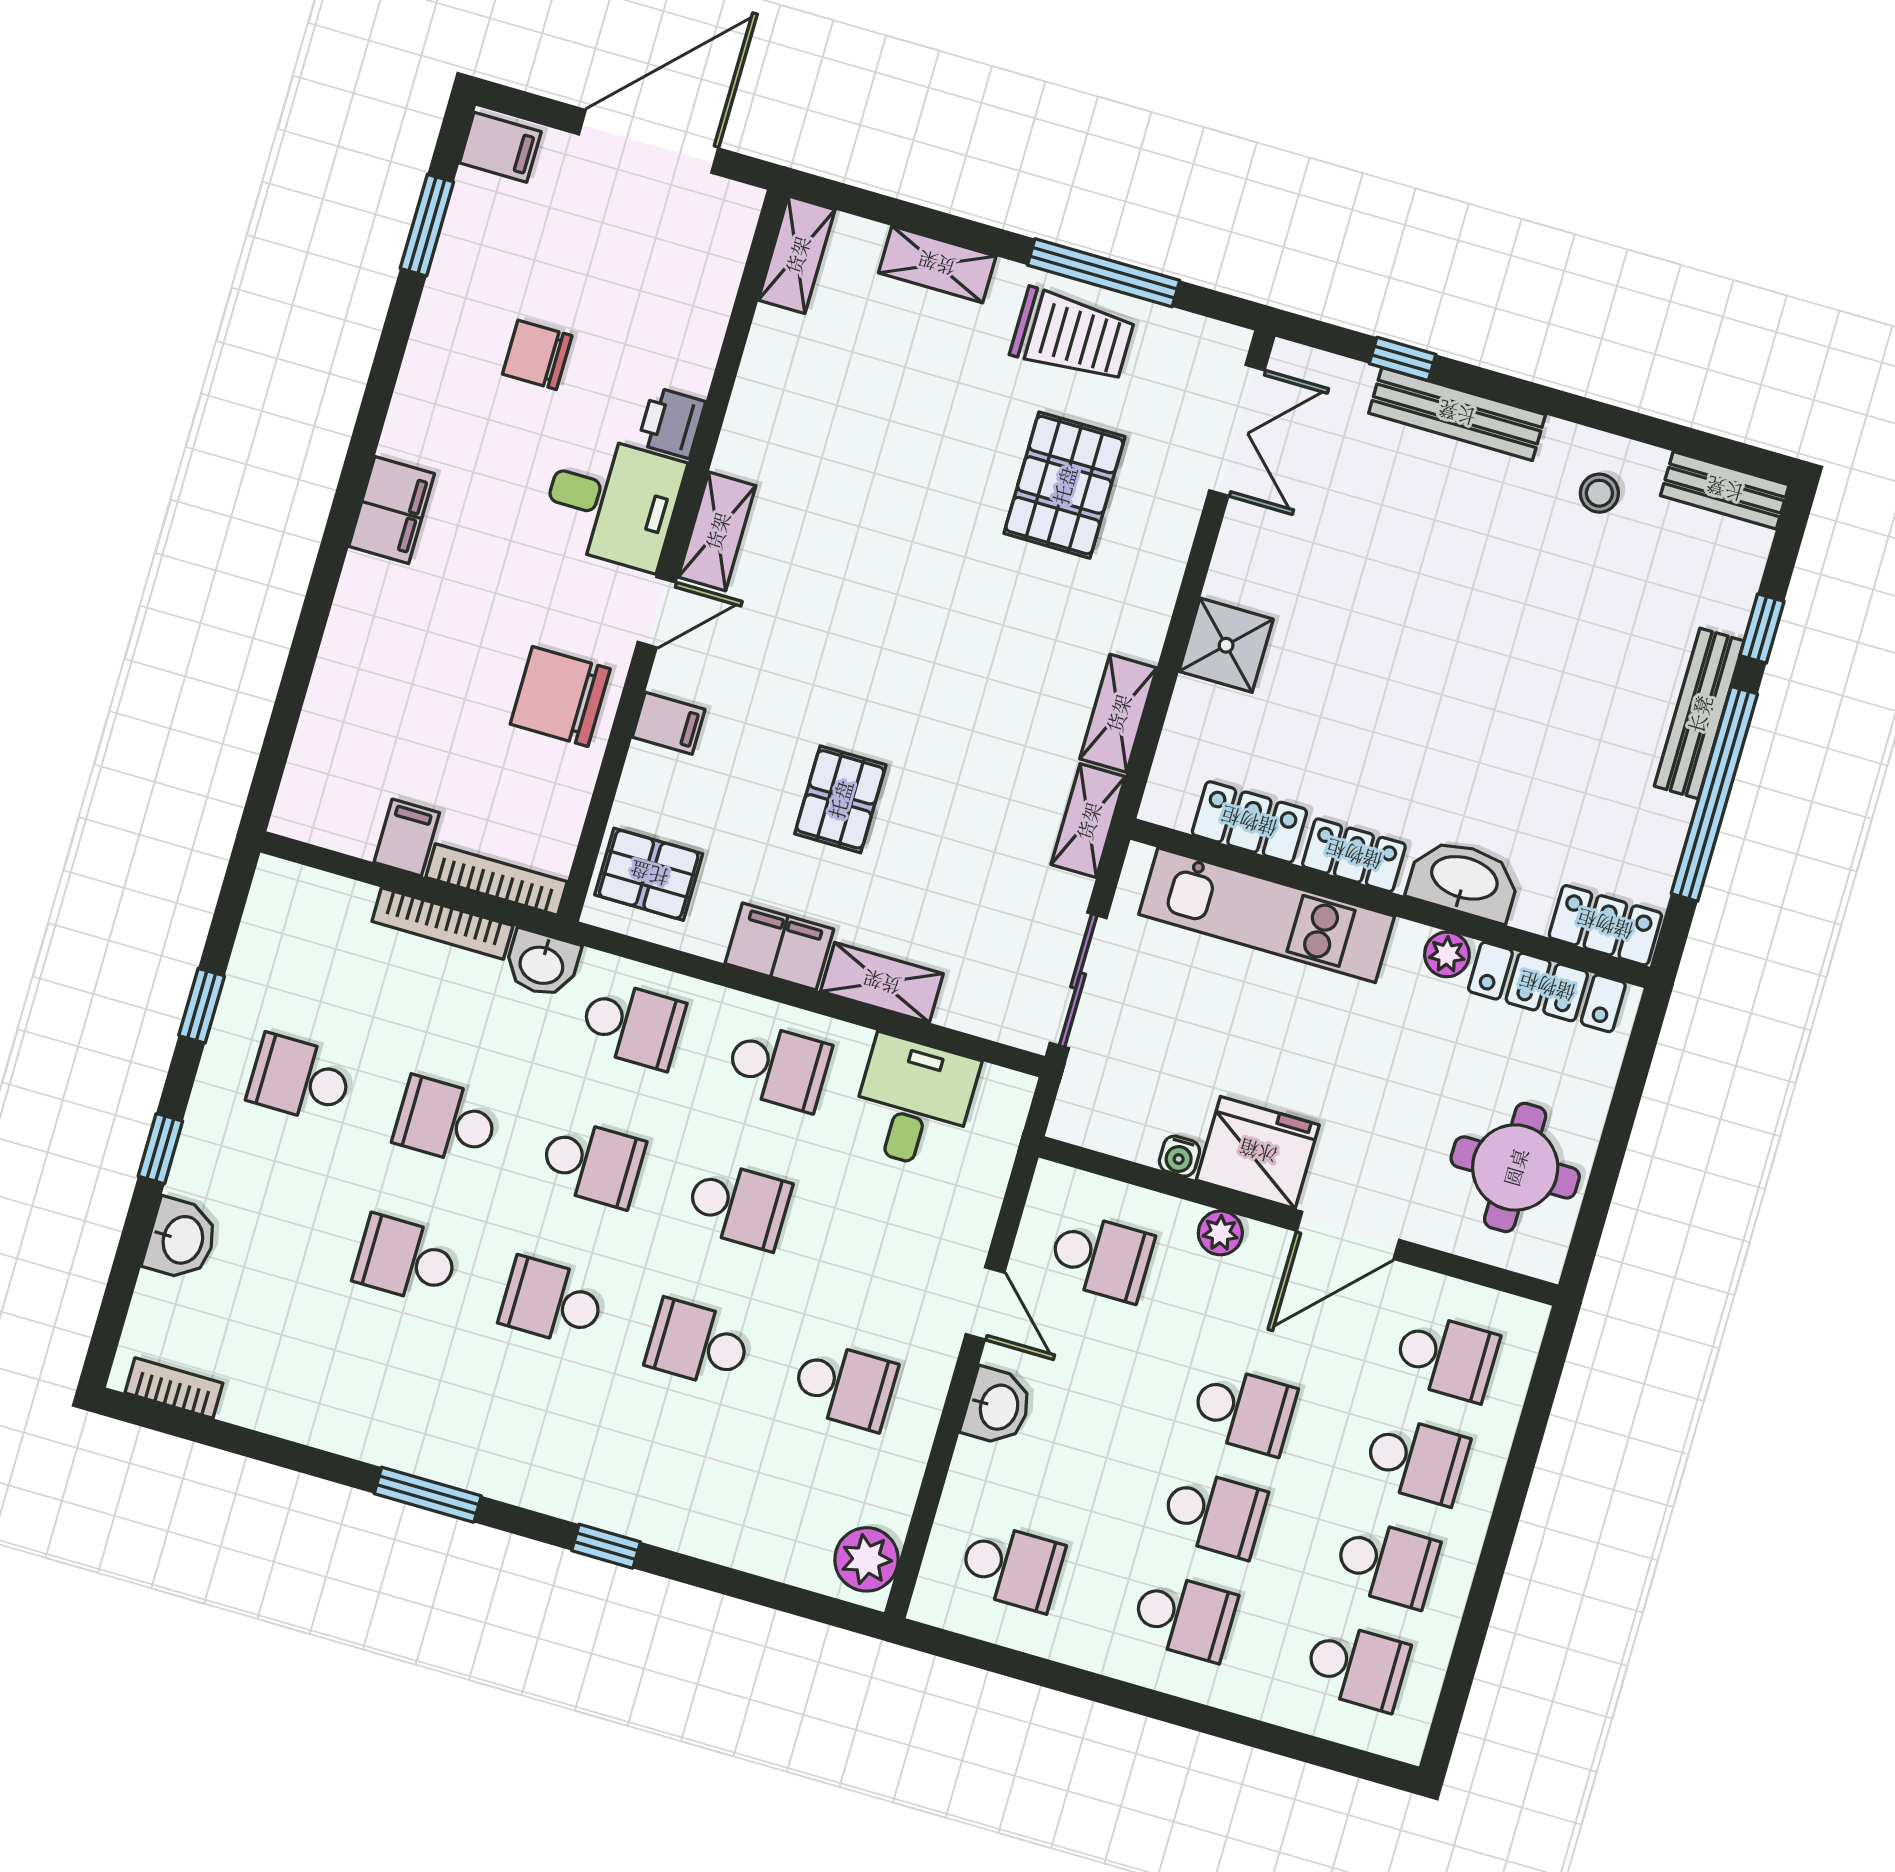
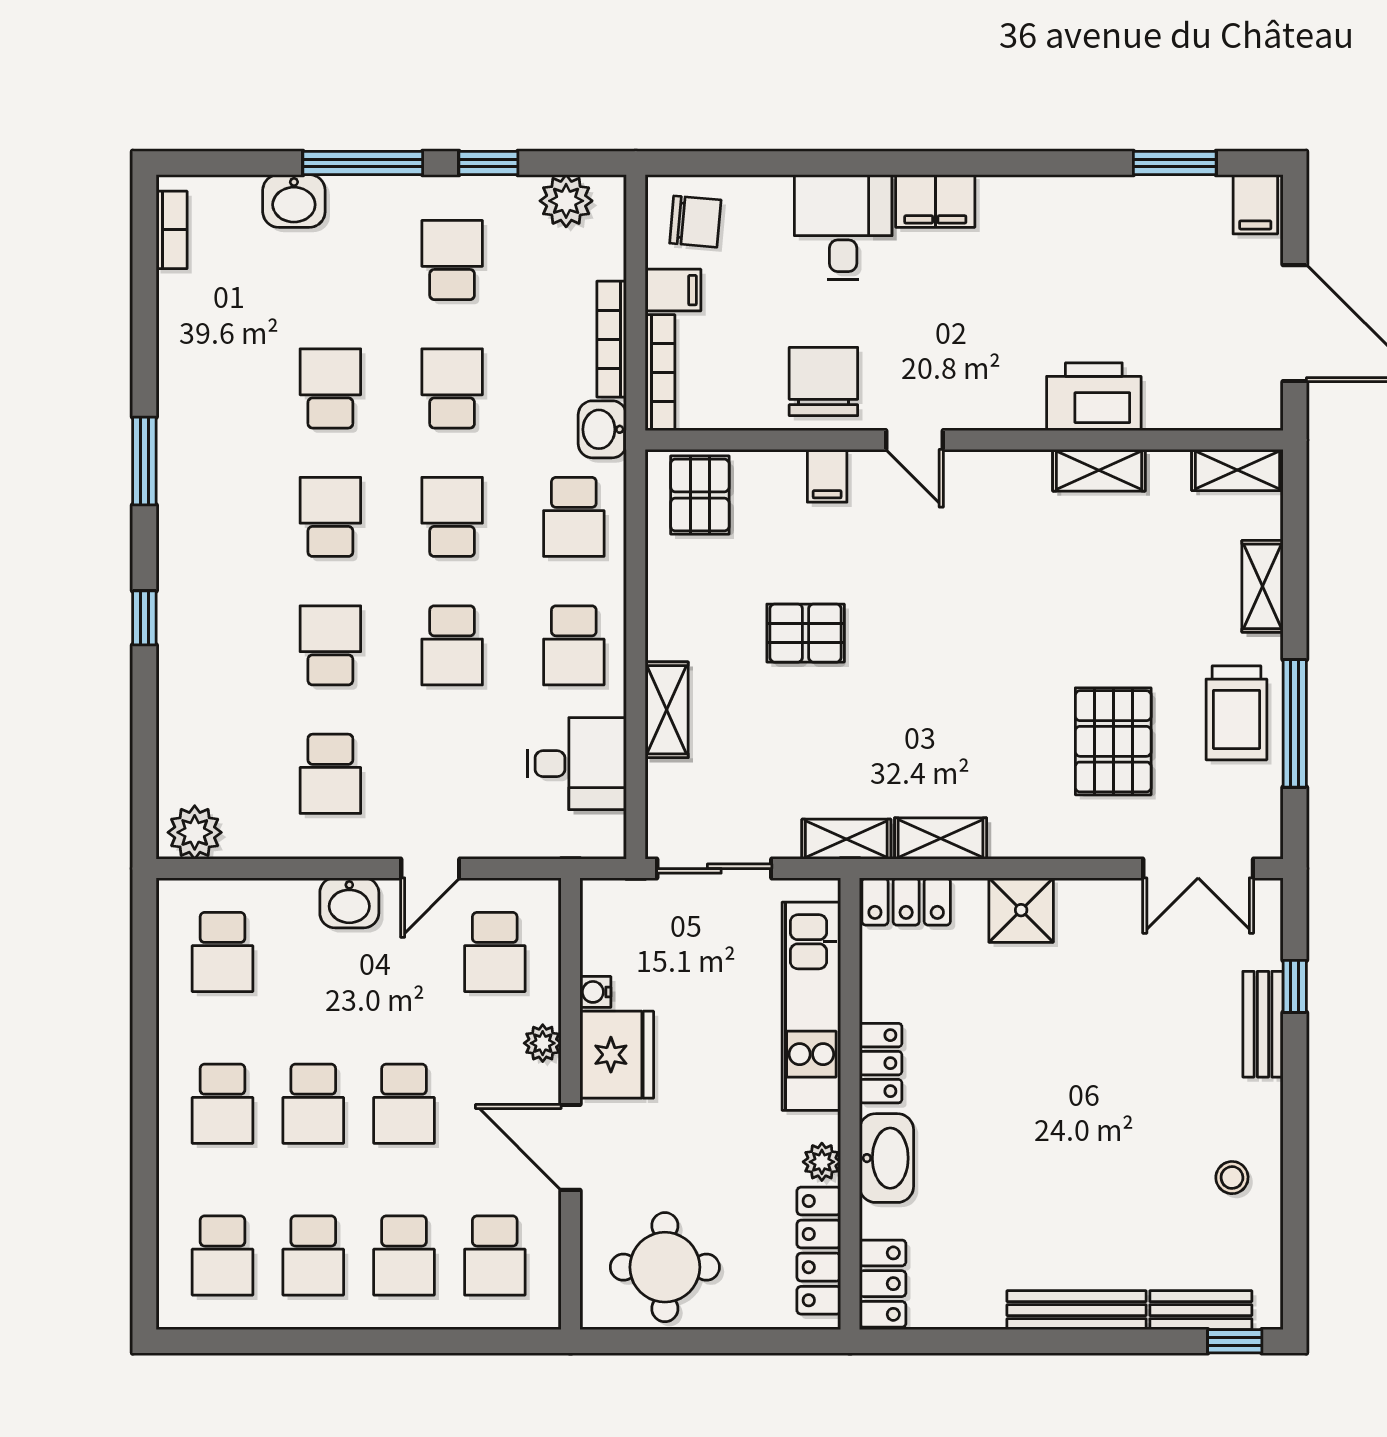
chair: (537, 355) -> (695, 222), moved, turned 95
bench: (1457, 414) -> (1263, 1024), width x0.73
printer: (672, 423) -> (1094, 397), width x1.87, depth x1.48
pallet: (1064, 485) -> (1113, 741), turned 90
bench: (1725, 490) -> (1201, 1310), moved, turned 90
desk: (612, 501) -> (843, 227), moved, turned 180
shelving: (717, 531) -> (1099, 470), moved
window: (1762, 628) -> (1235, 1341), moved
window: (1714, 794) -> (1015, 1341), removed
locker: (1249, 822) -> (906, 901), moved, turned 90
plant: (270, 930) -> (566, 201), added
filing cabinet: (779, 946) -> (672, 618), removed
window: (160, 1149) -> (363, 163), width x2.17
school desk: (592, 1163) -> (452, 517), turned 180

